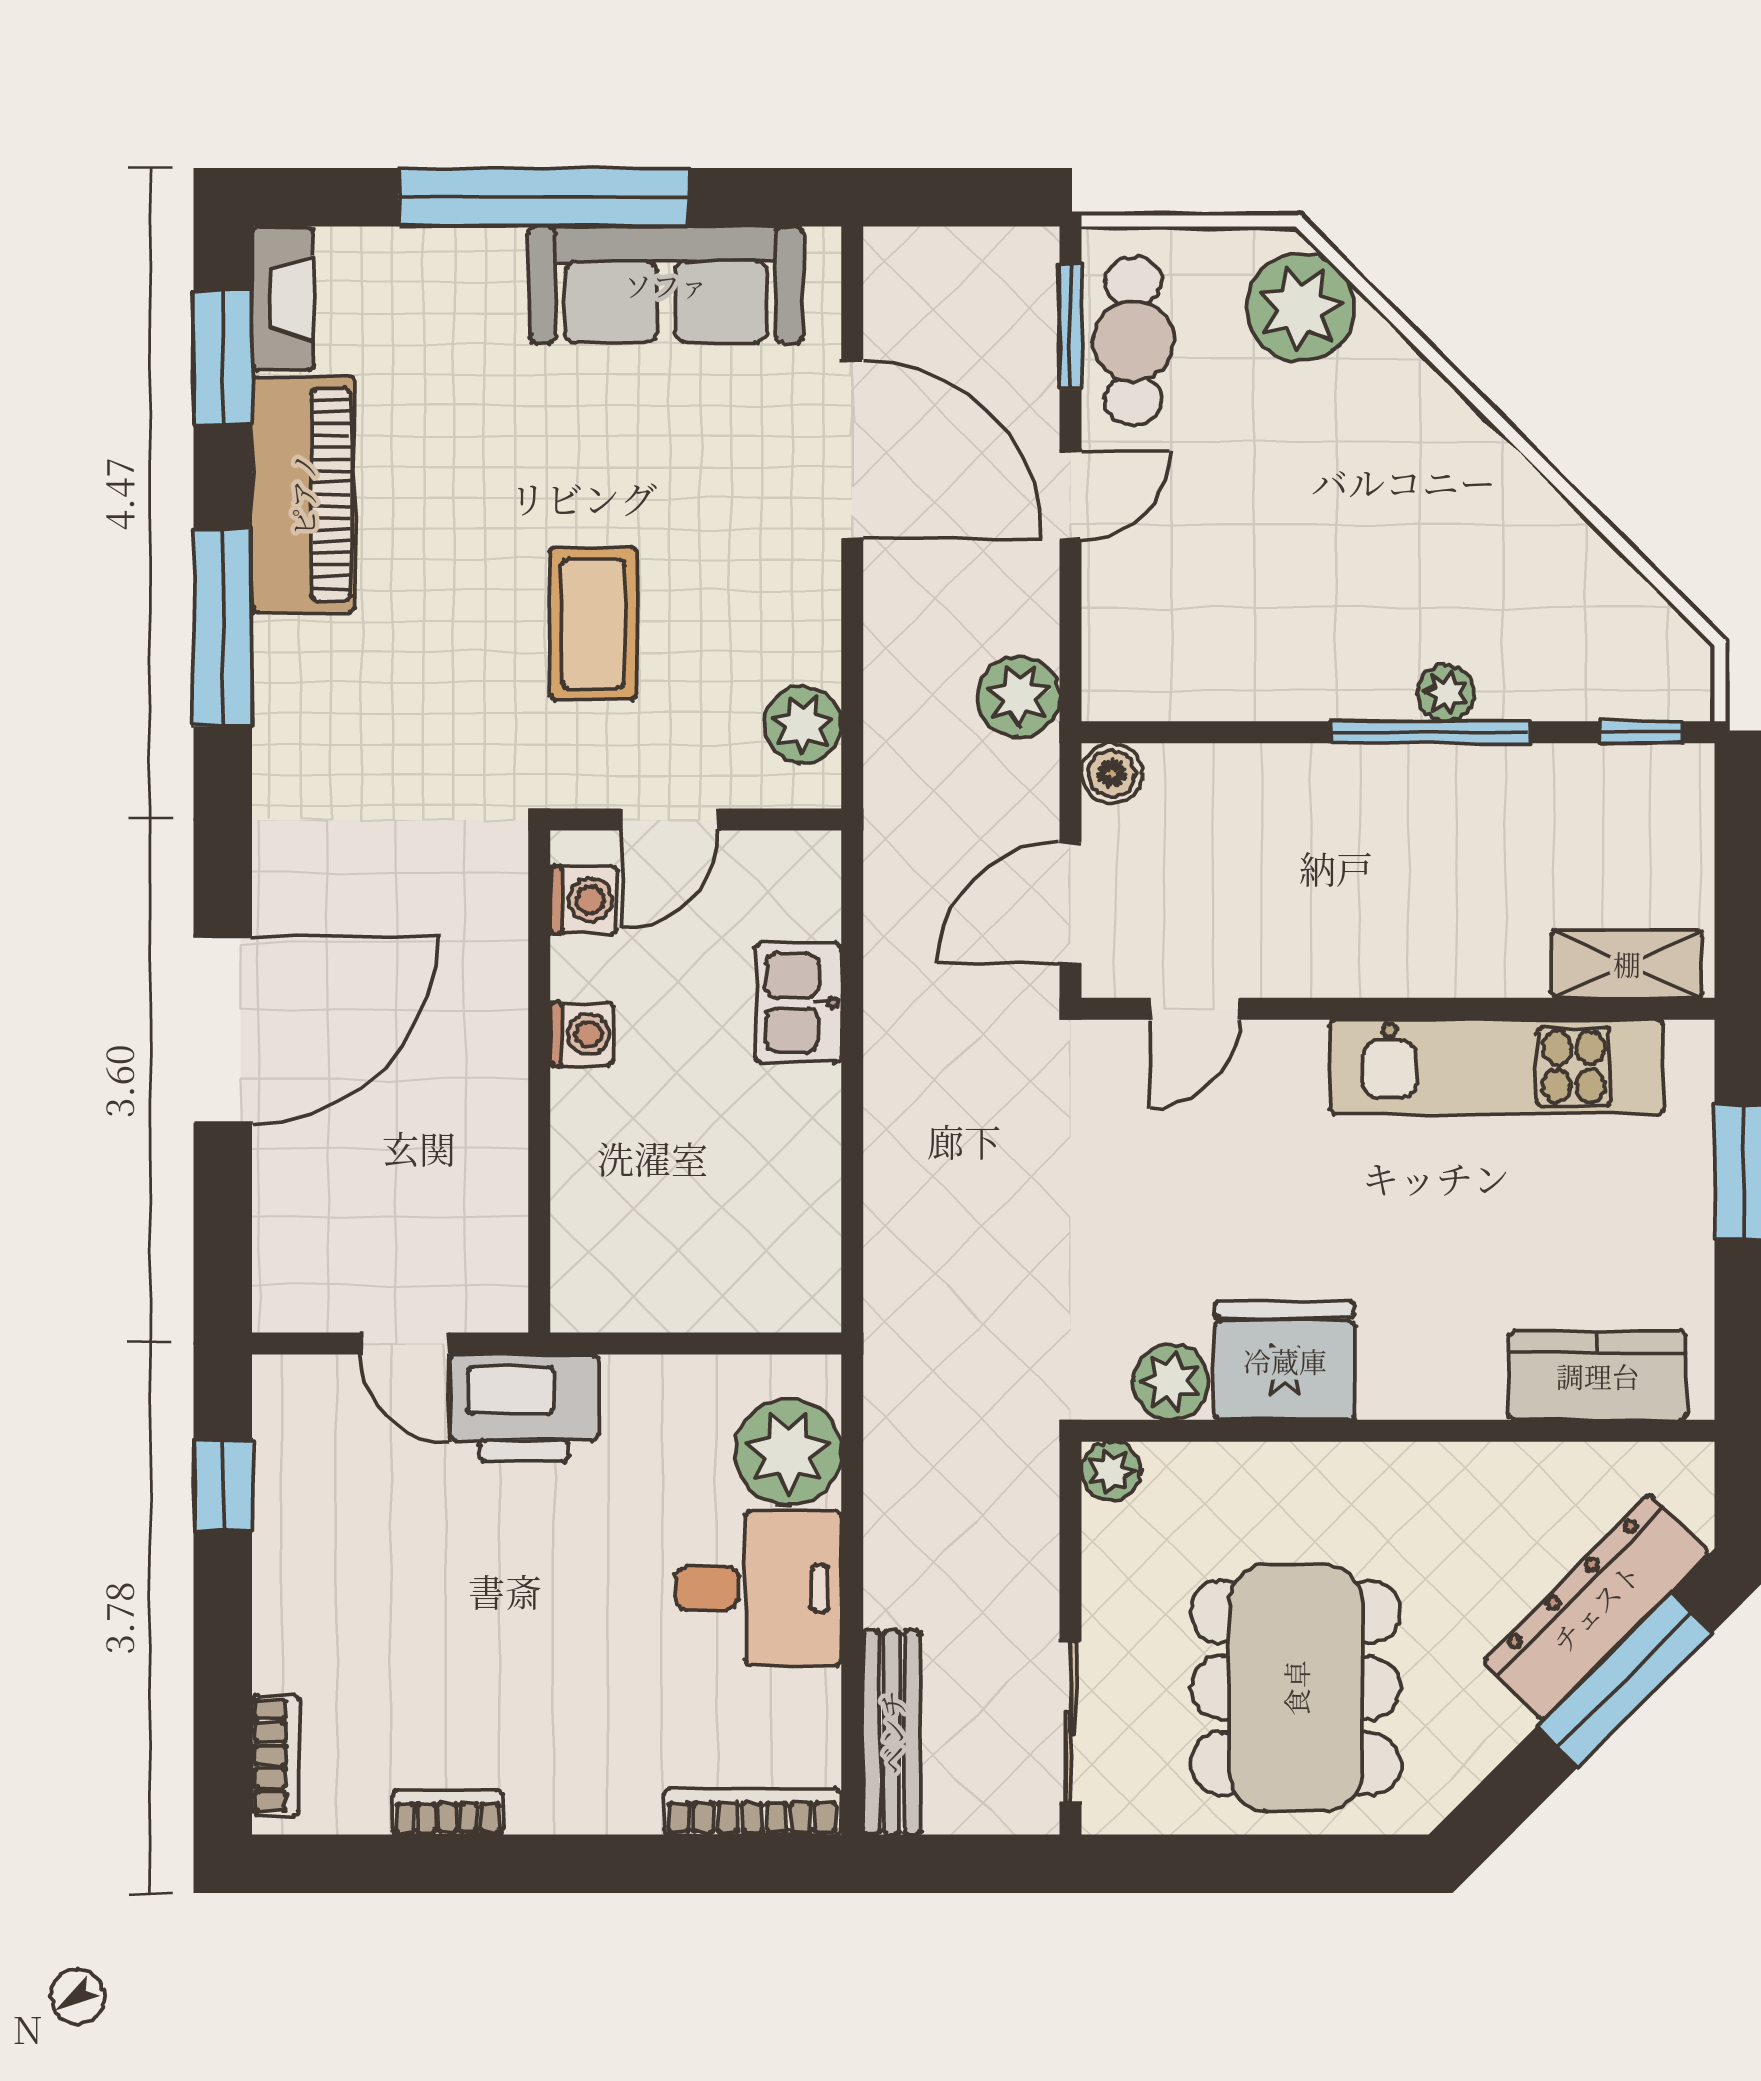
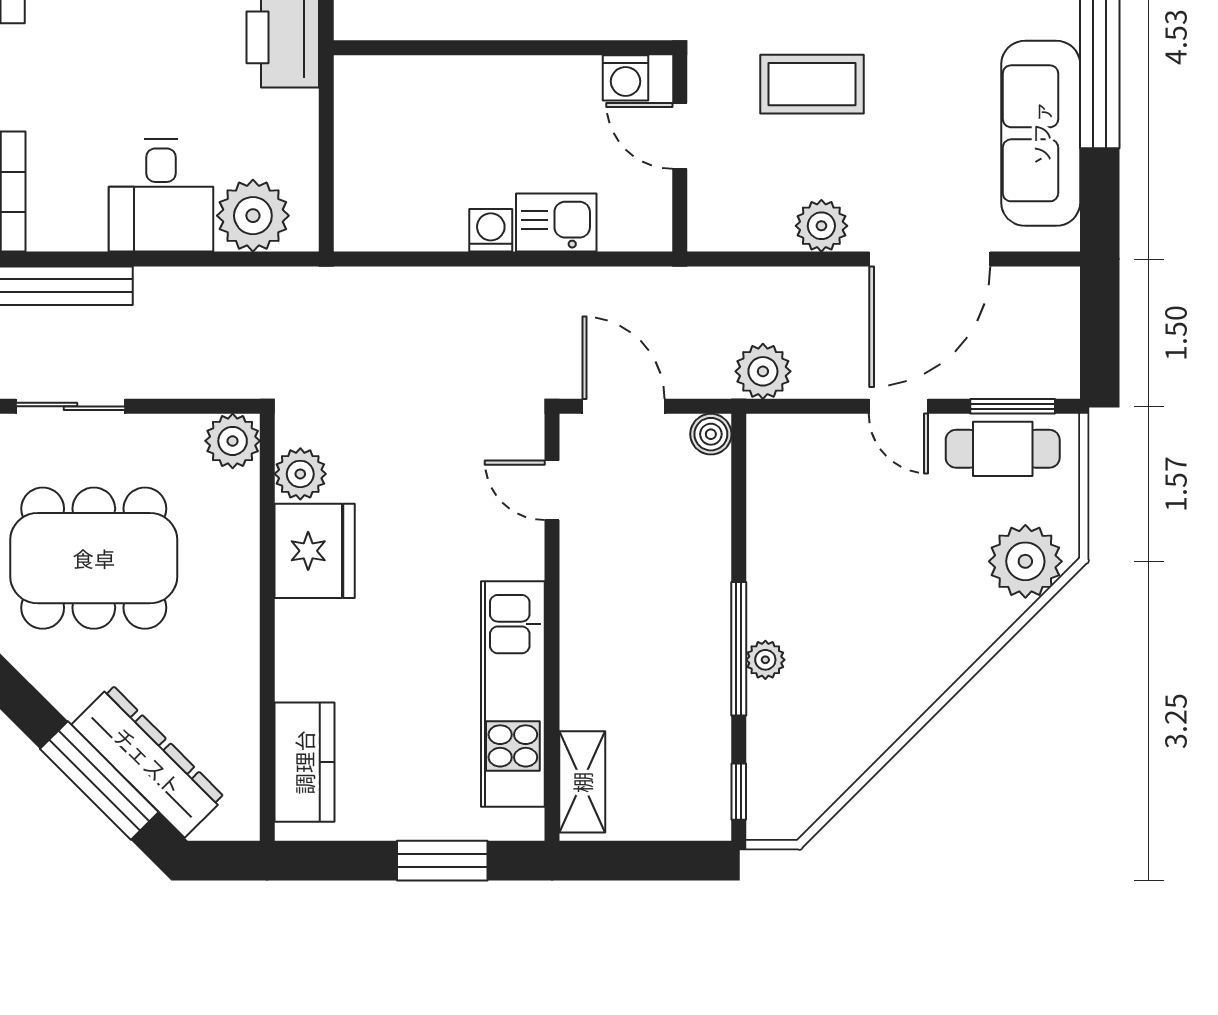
plant: (803, 725) -> (821, 226), moved
washing machine: (582, 1034) -> (491, 230), moved, turned 180
plant: (1111, 1471) -> (233, 441), width x1.38, depth x1.38

